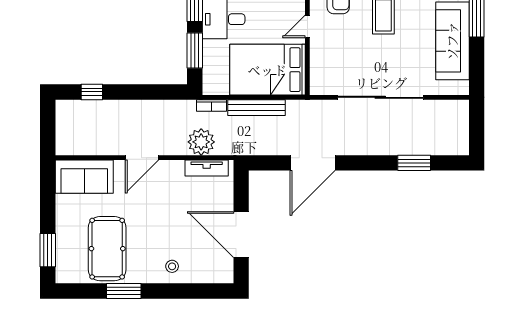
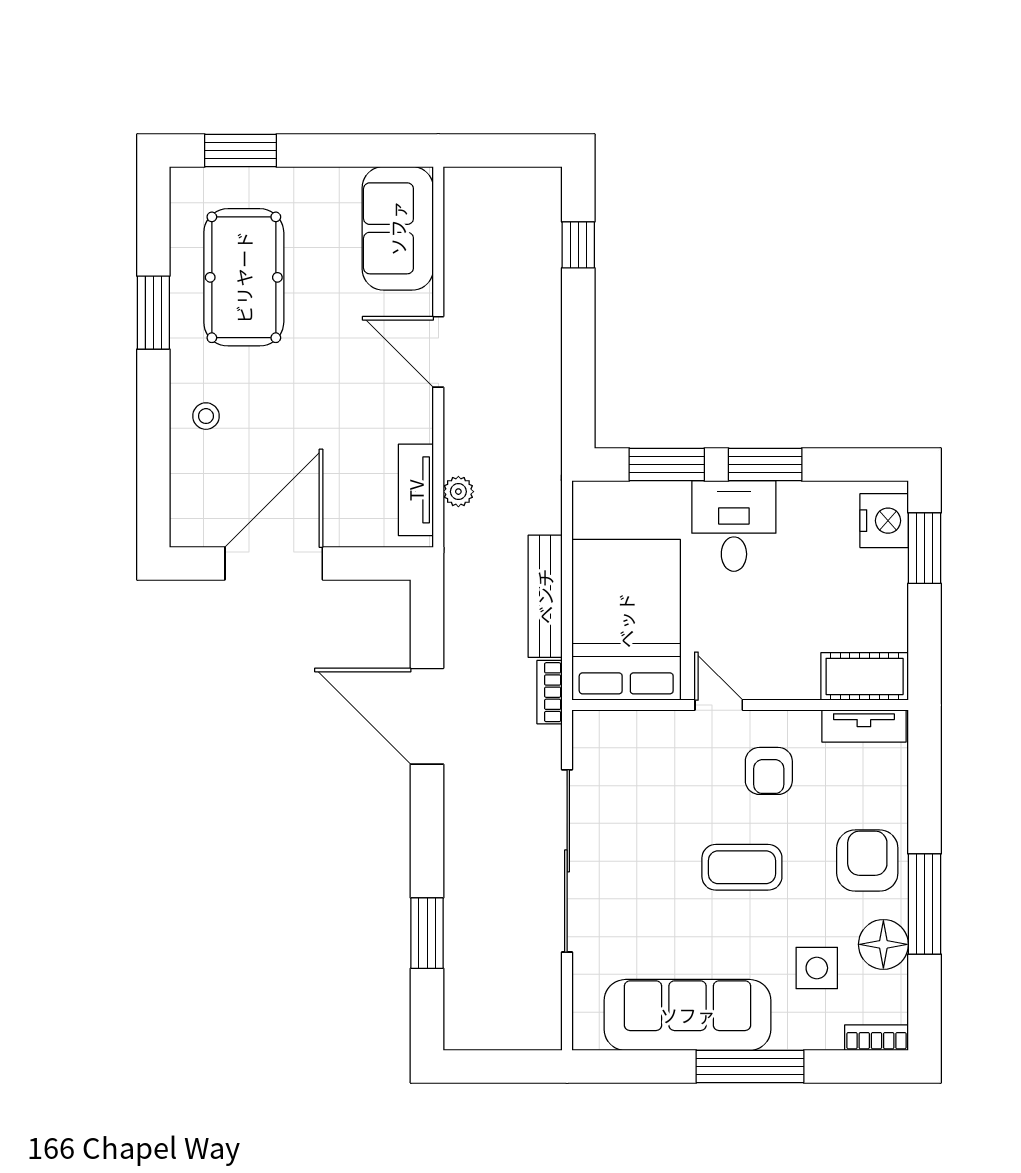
bookcase: (212, 105) -> (550, 692), moved
plant: (201, 142) -> (458, 492), width x0.53, depth x0.53
pool table: (107, 249) -> (244, 277), turned 90

